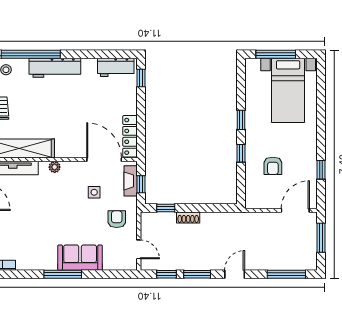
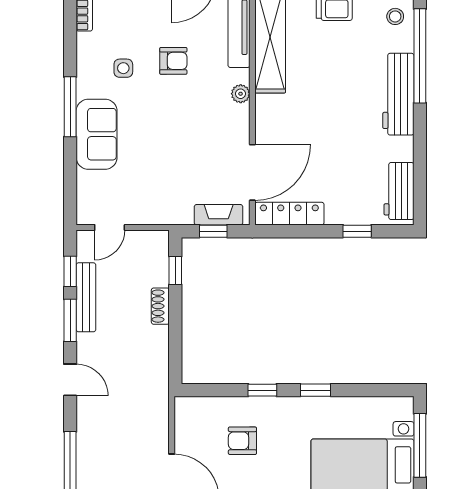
window: (141, 78) -> (357, 231), moved
side table: (94, 192) -> (123, 68), moved
armchair: (117, 219) -> (173, 61), moved
bench: (183, 264) -> (86, 297), added

